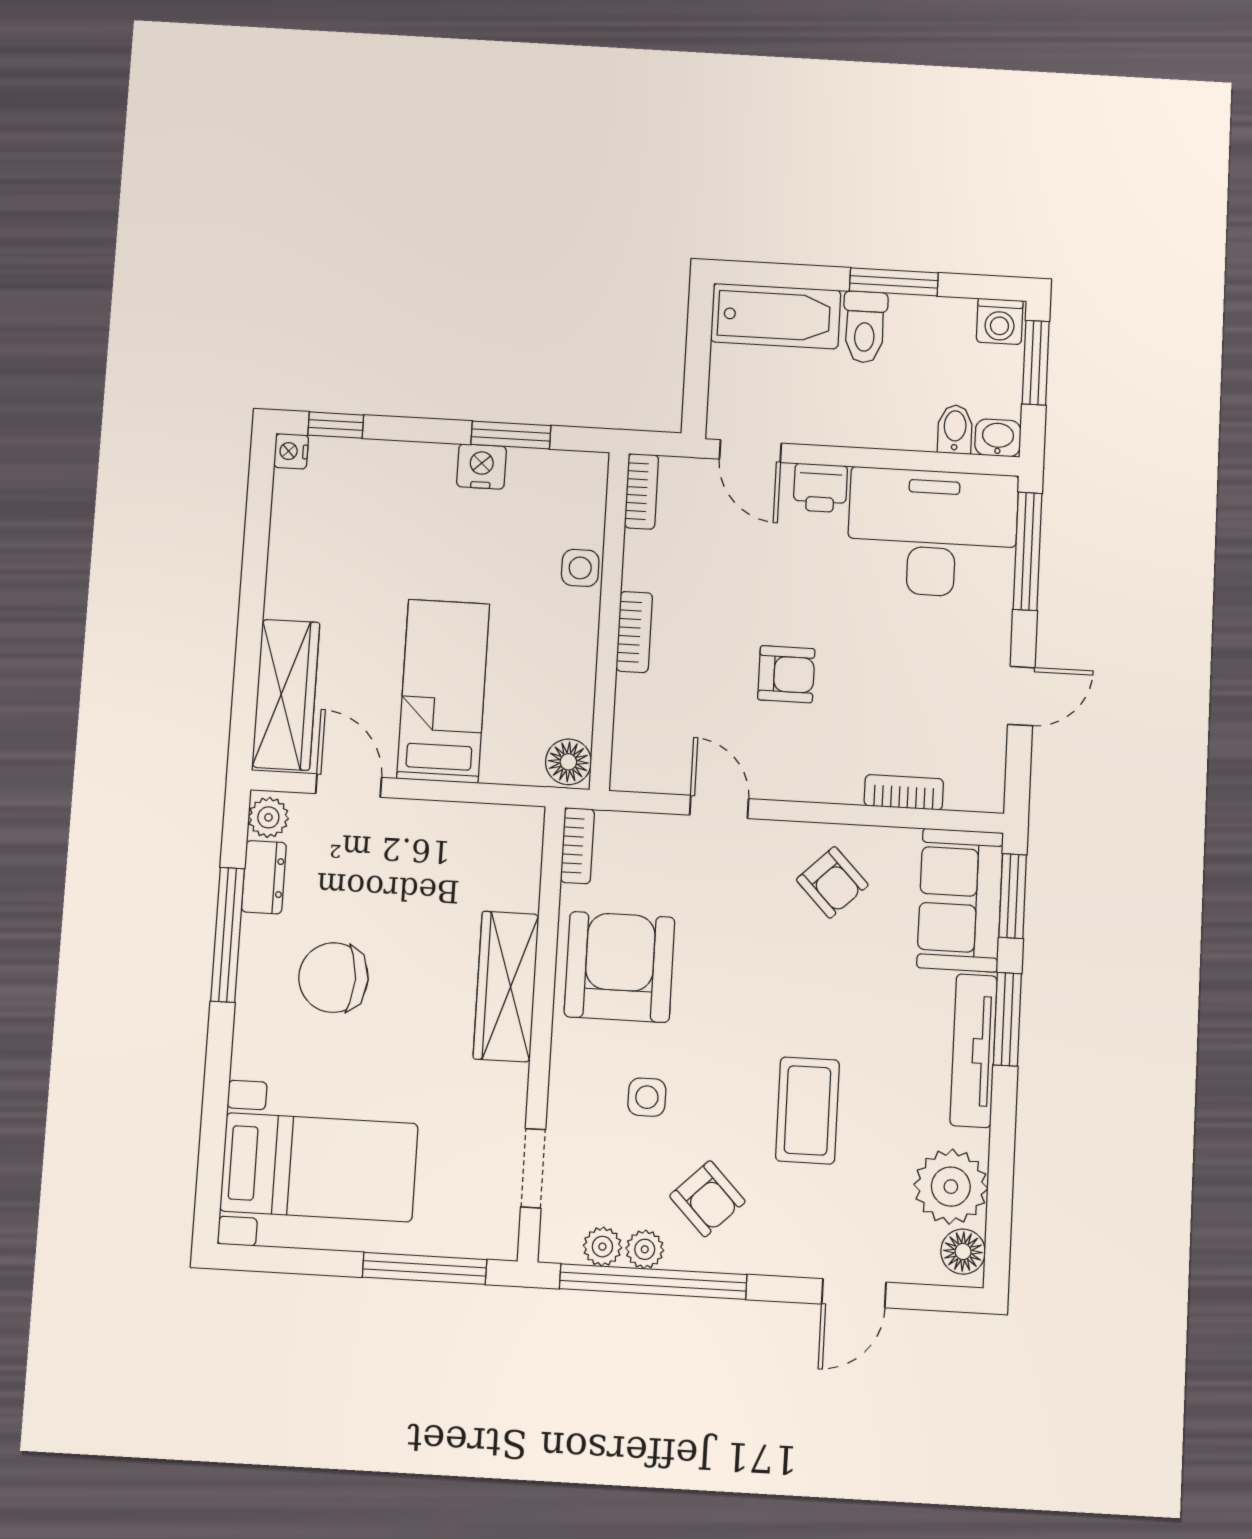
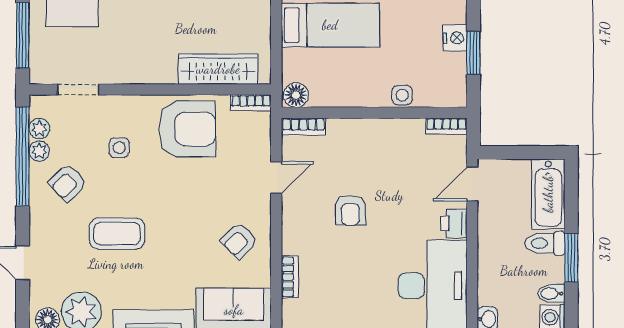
bidet: (955, 429) -> (551, 294), moved, turned 180
bookcase: (634, 632) -> (303, 127), moved
wardrobe: (506, 986) -> (218, 69), moved

